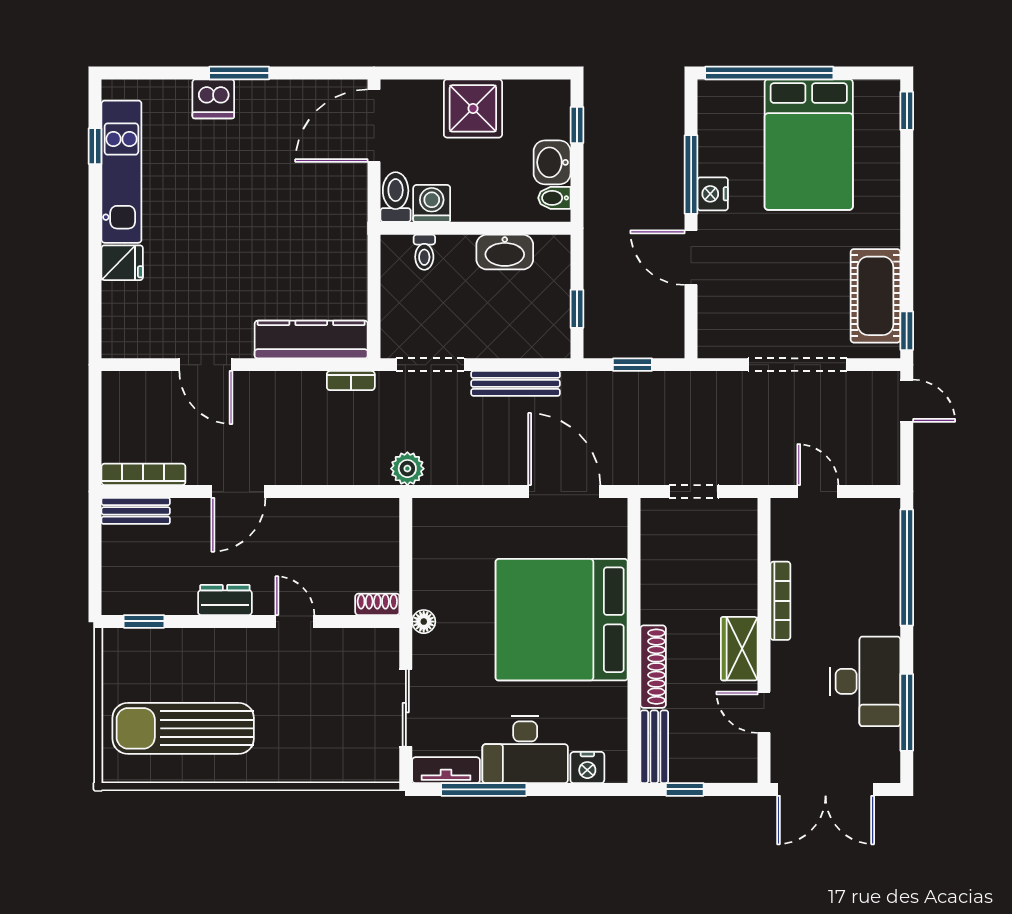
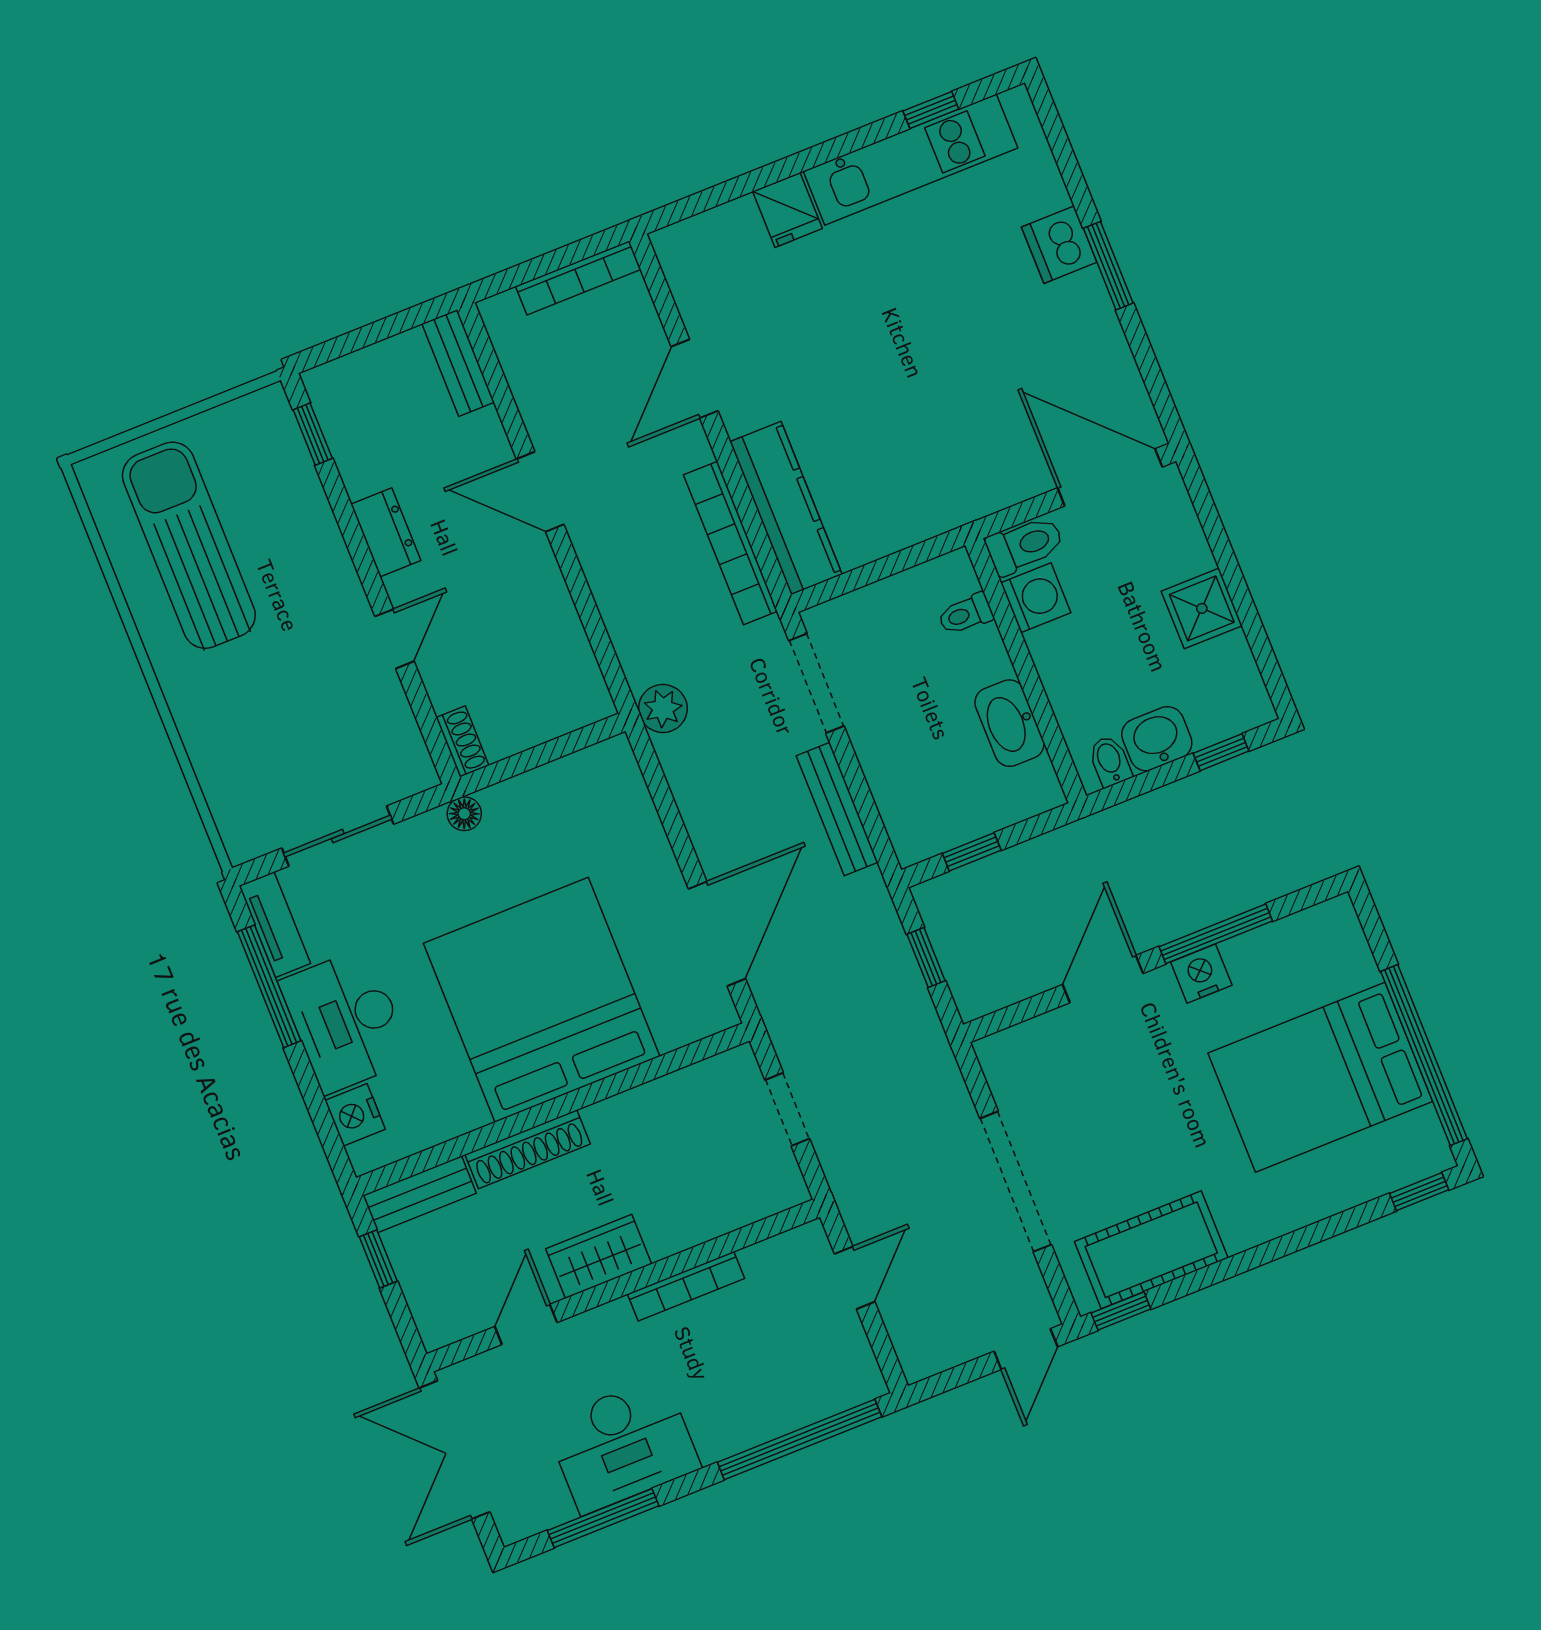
window: (769, 73) -> (1424, 1055), moved
shower: (473, 108) -> (1202, 608), width x0.73, depth x0.73
bookcase: (351, 381) -> (731, 543), width x2.31, depth x1.31
bookcase: (143, 474) -> (578, 278), moved, turned 90

